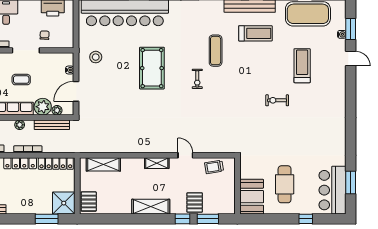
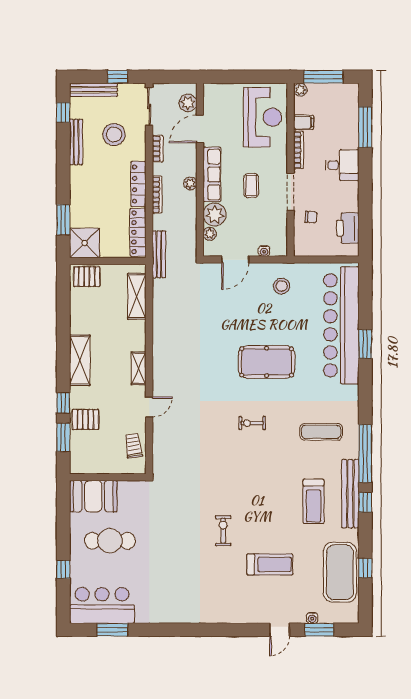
exercise mat: (216, 51) -> (321, 432), moved
door: (76, 91) -> (235, 260), swing flipped
bench: (52, 125) -> (159, 254), moved

